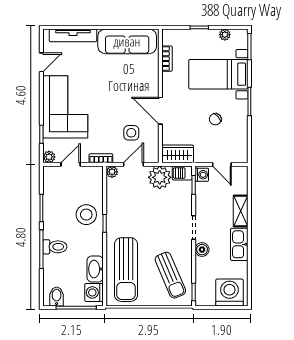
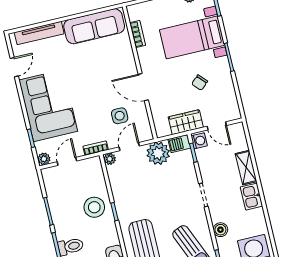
wardrobe: (178, 154) -> (186, 122), moved
kitchen sink: (239, 244) -> (251, 197), width x0.73
boiler: (202, 250) -> (220, 230), moved

